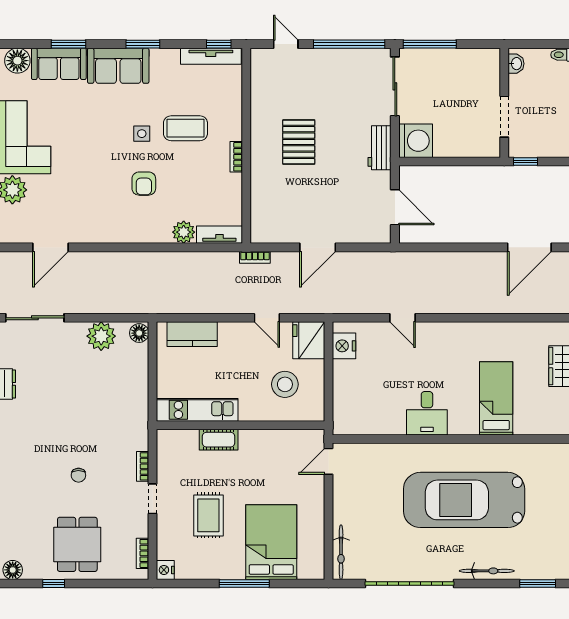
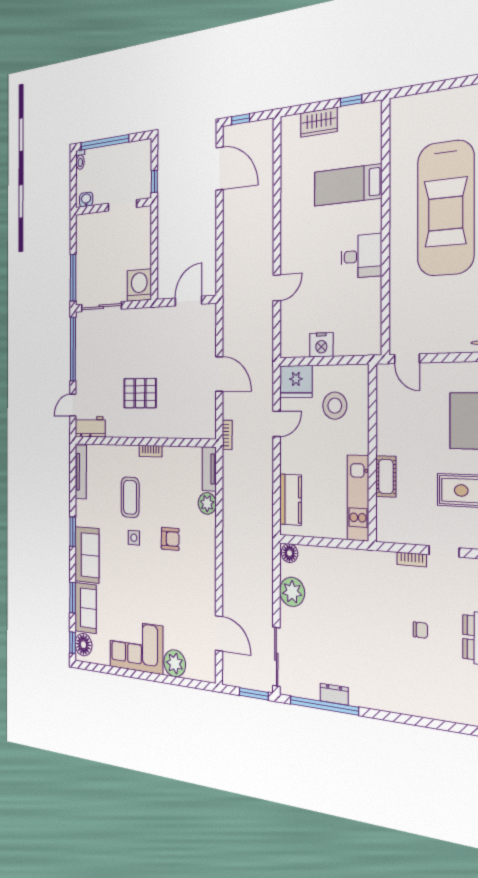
window: (219, 44) -> (72, 643), moved
workbench: (380, 148) -> (90, 427), moved, turned 180
nightstand: (344, 346) -> (321, 345), moved

